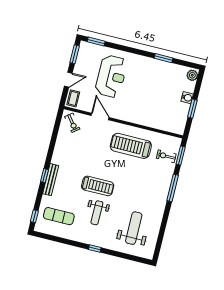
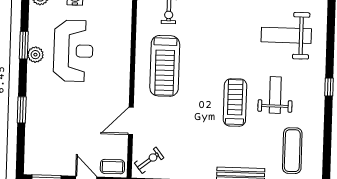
window: (96, 41) -> (22, 110), moved
plant: (156, 64) -> (35, 55), added
reception desk: (111, 76) -> (73, 51), moved, turned 90
weight bench: (97, 213) -> (275, 95), turned -90

